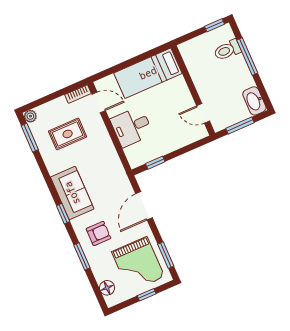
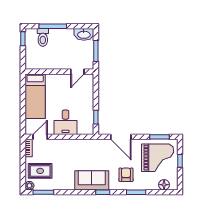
rug: (68, 134) -> (40, 171), moved, turned 90

